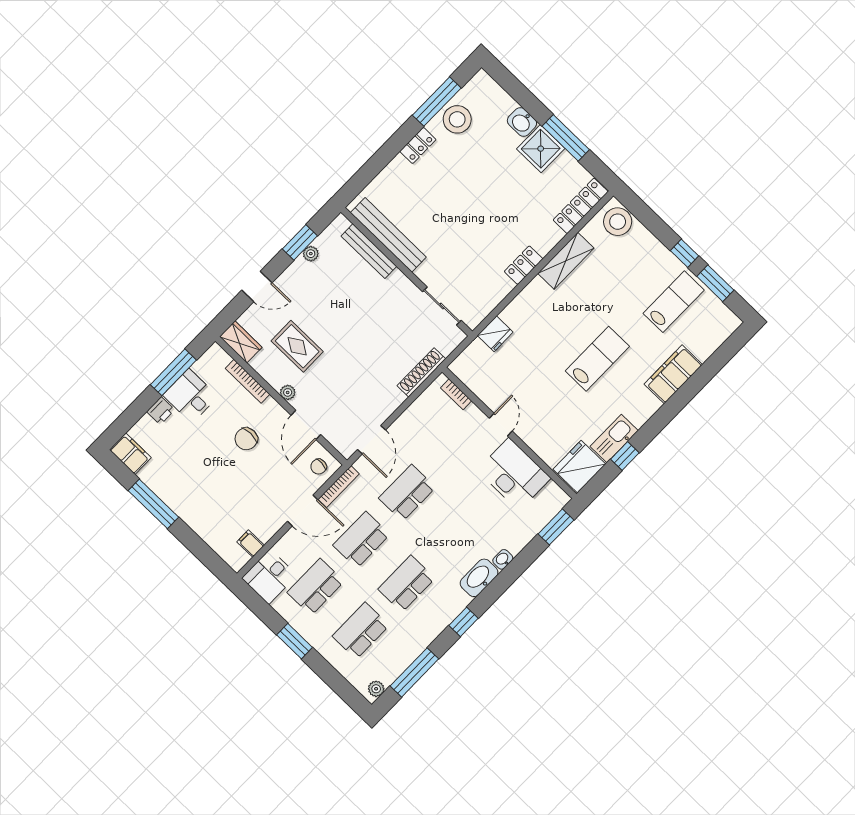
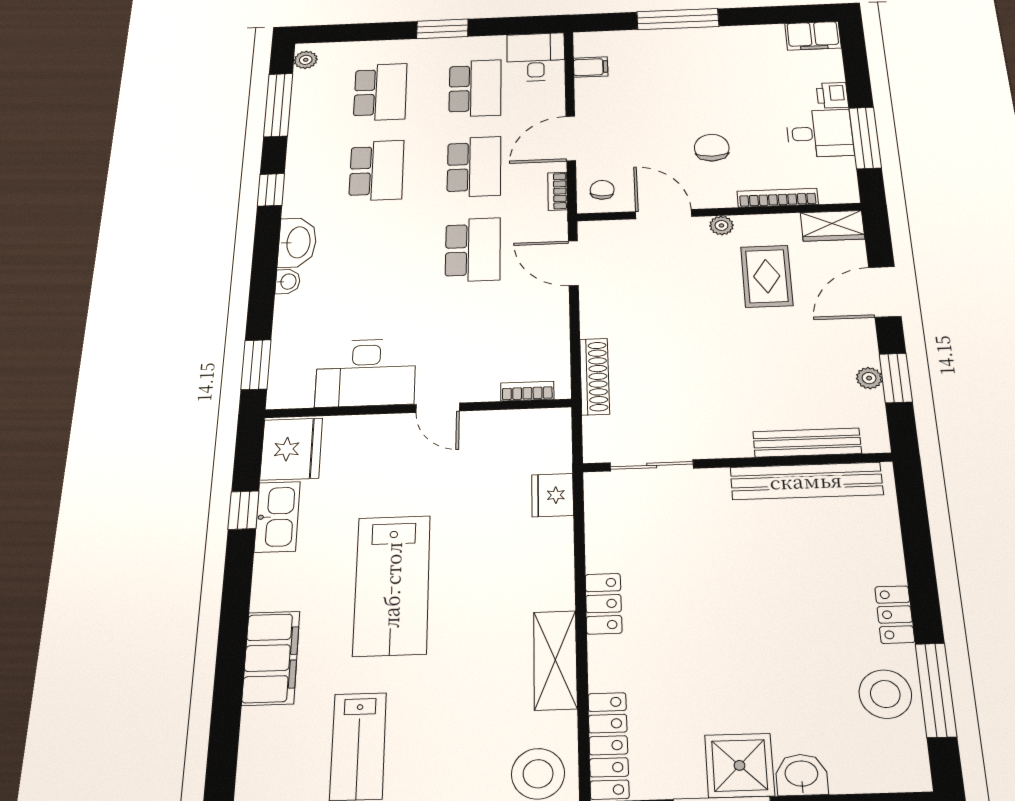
door: (257, 286) -> (885, 292), width x1.38
rug: (297, 346) -> (767, 276), turned 90
lab bench: (597, 359) -> (392, 585), width x1.36, depth x1.39
bookcase: (339, 486) -> (558, 191), width x0.64
window: (153, 504) -> (678, 19), moved

